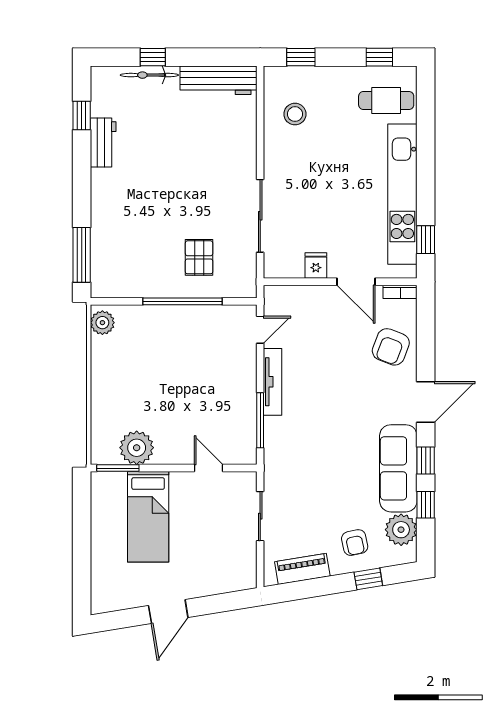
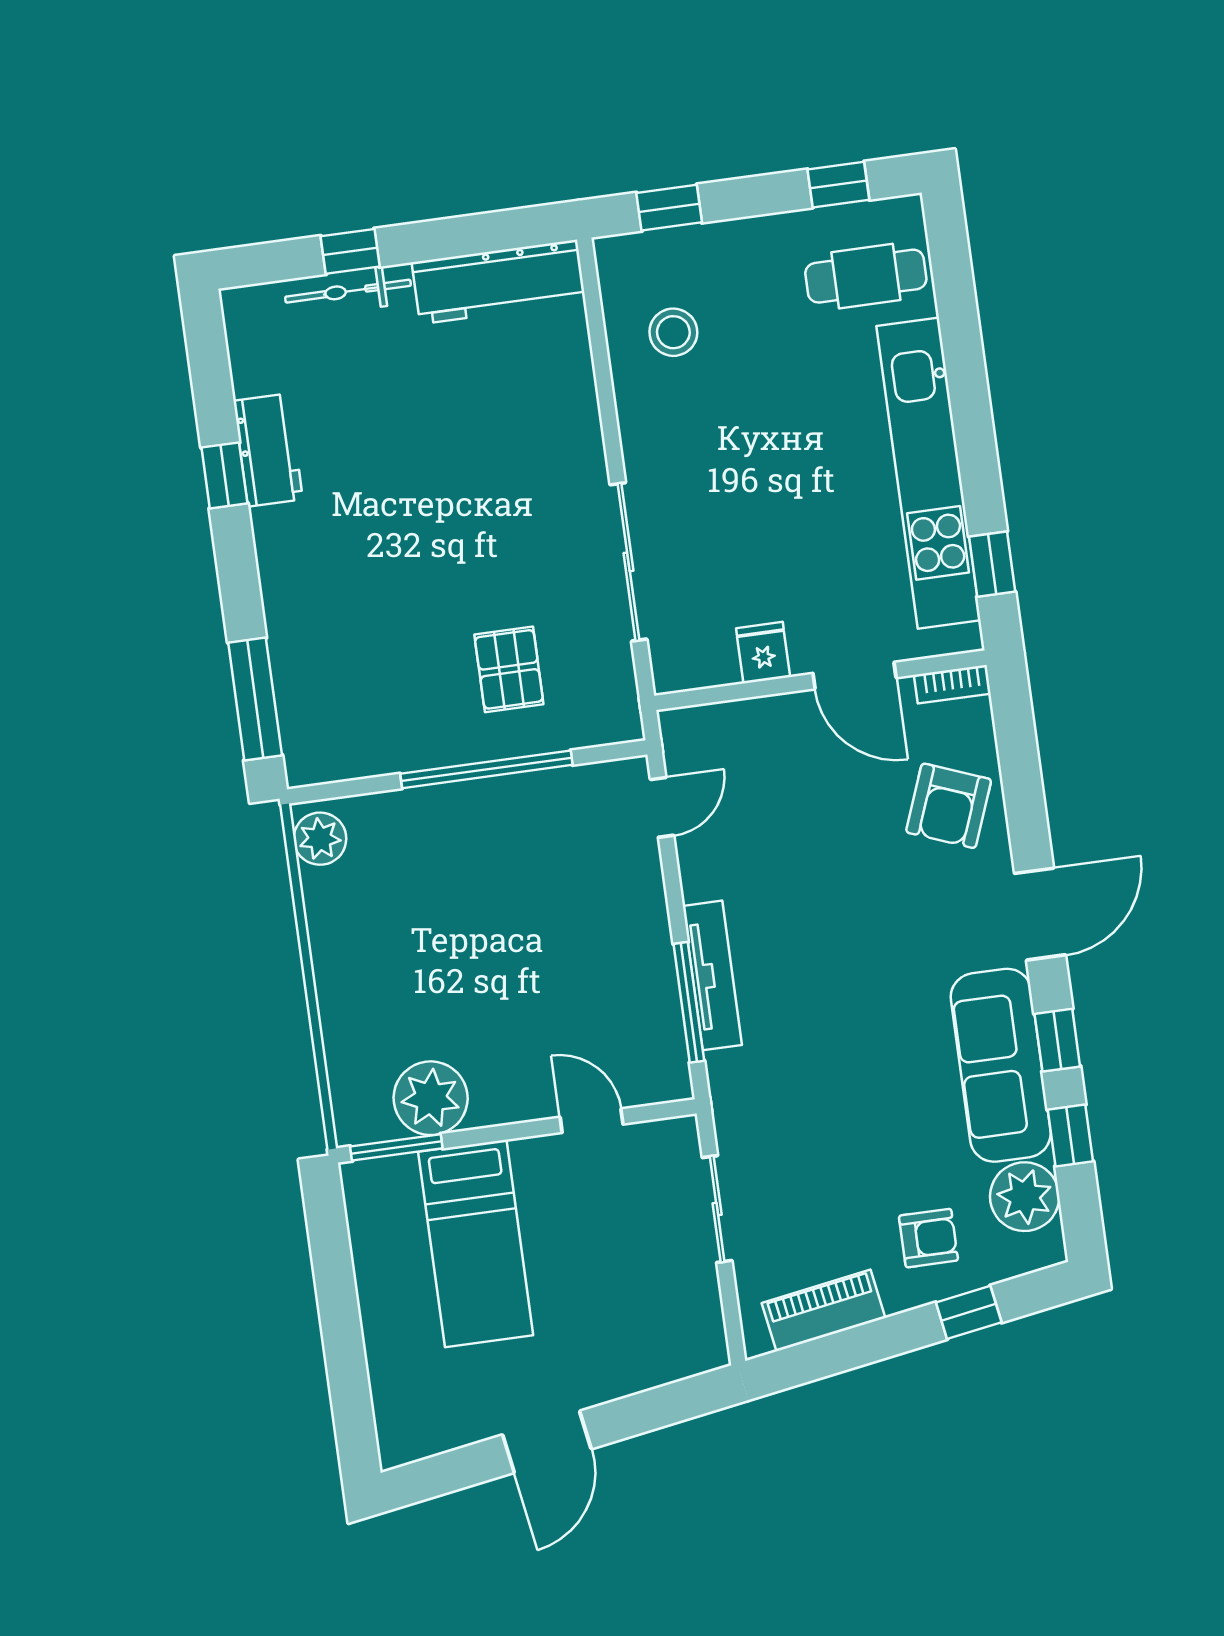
window: (82, 116) -> (224, 475), moved
tv unit: (273, 382) -> (712, 975), moved
armchair: (355, 543) -> (928, 1238), turned -78

